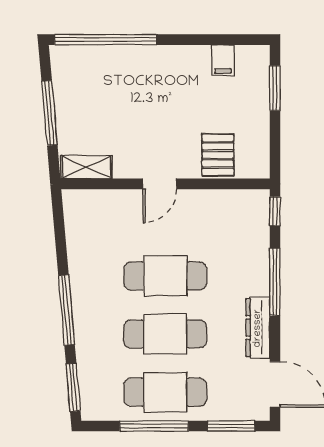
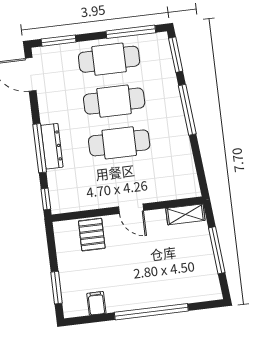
window: (105, 40) -> (151, 312), moved
door: (160, 184) -> (131, 209), swing flipped
dresser: (258, 328) -> (52, 146), moved
window: (154, 426) -> (131, 32), moved

